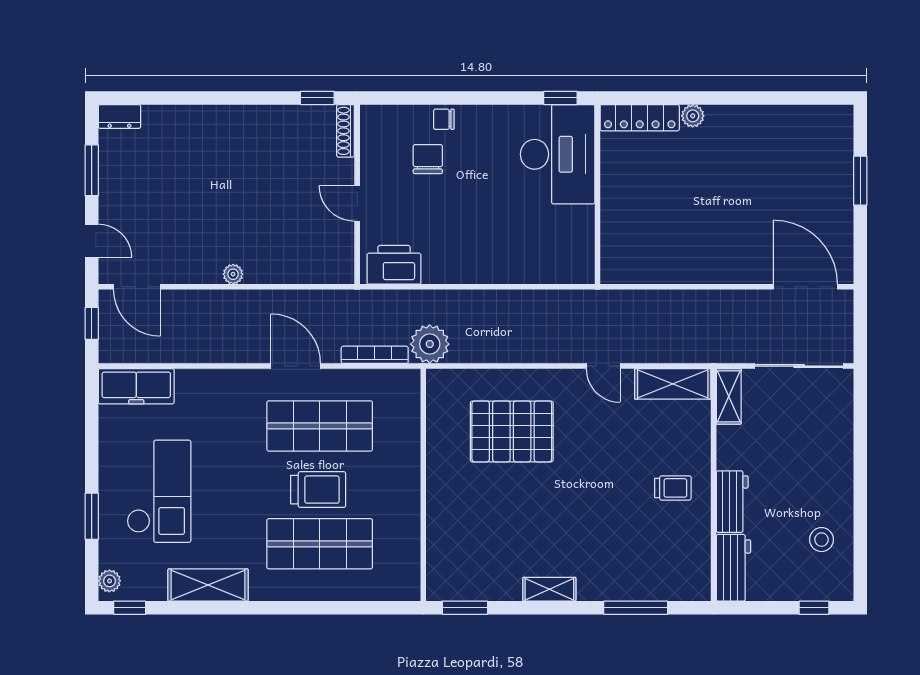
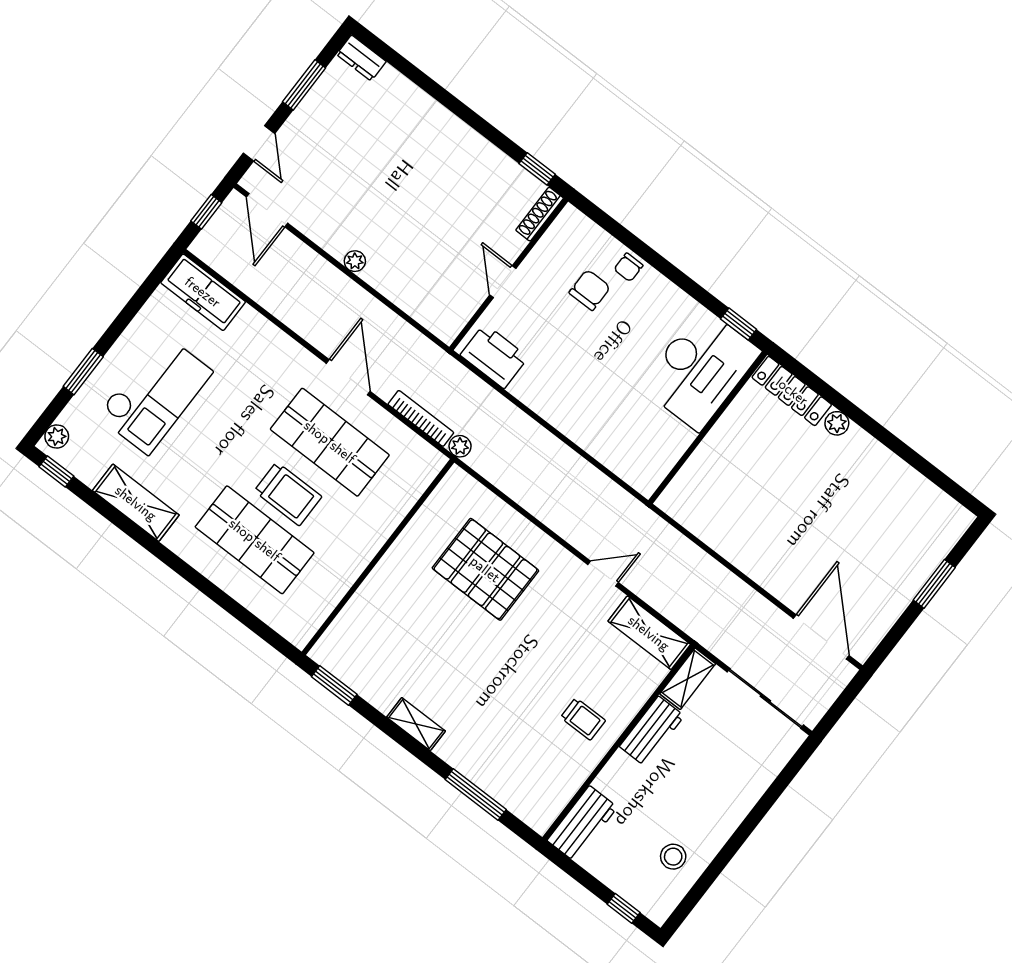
chair: (444, 119) -> (628, 267), turned -90
plant: (430, 344) -> (460, 446), width x0.53, depth x0.53
door: (603, 366) -> (603, 573), swing flipped
workbench: (732, 502) -> (652, 731), moved

